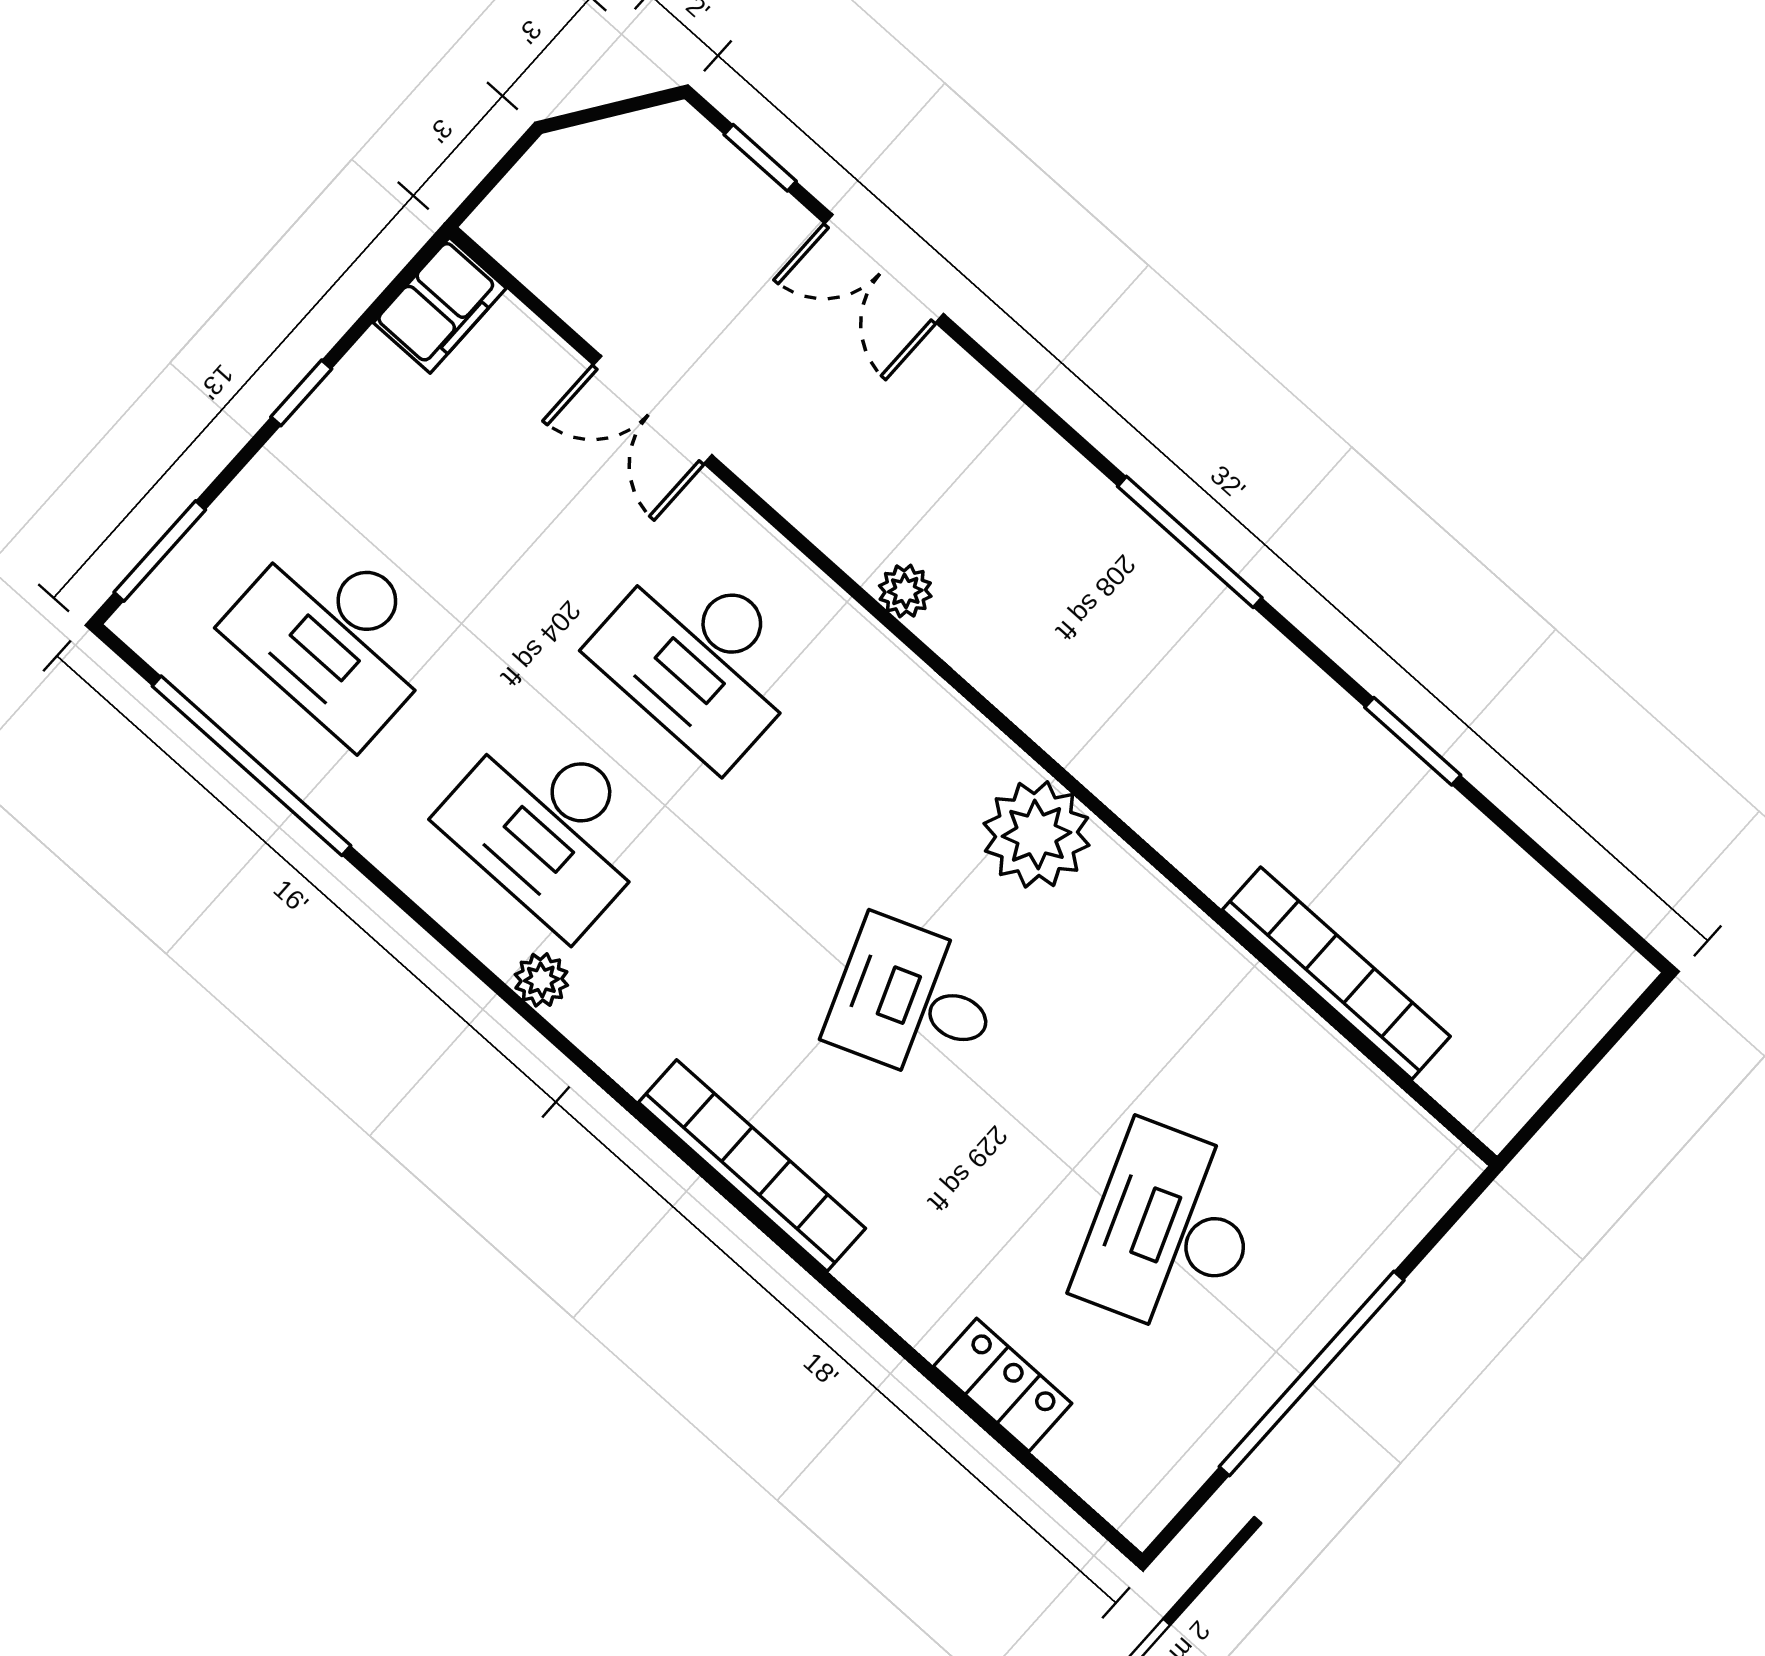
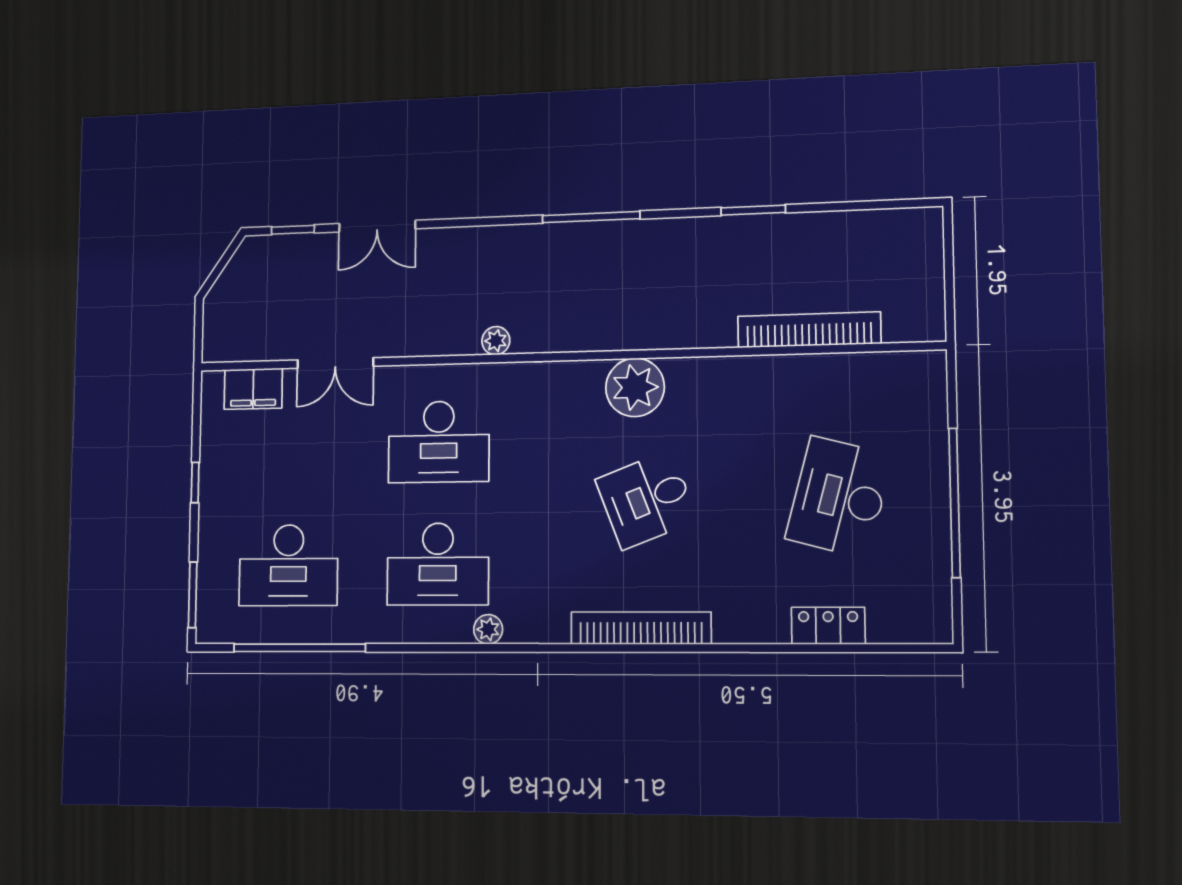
filing cabinet: (440, 305) -> (253, 389), moved, turned 90
desk: (1171, 1231) -> (839, 497), turned 36

